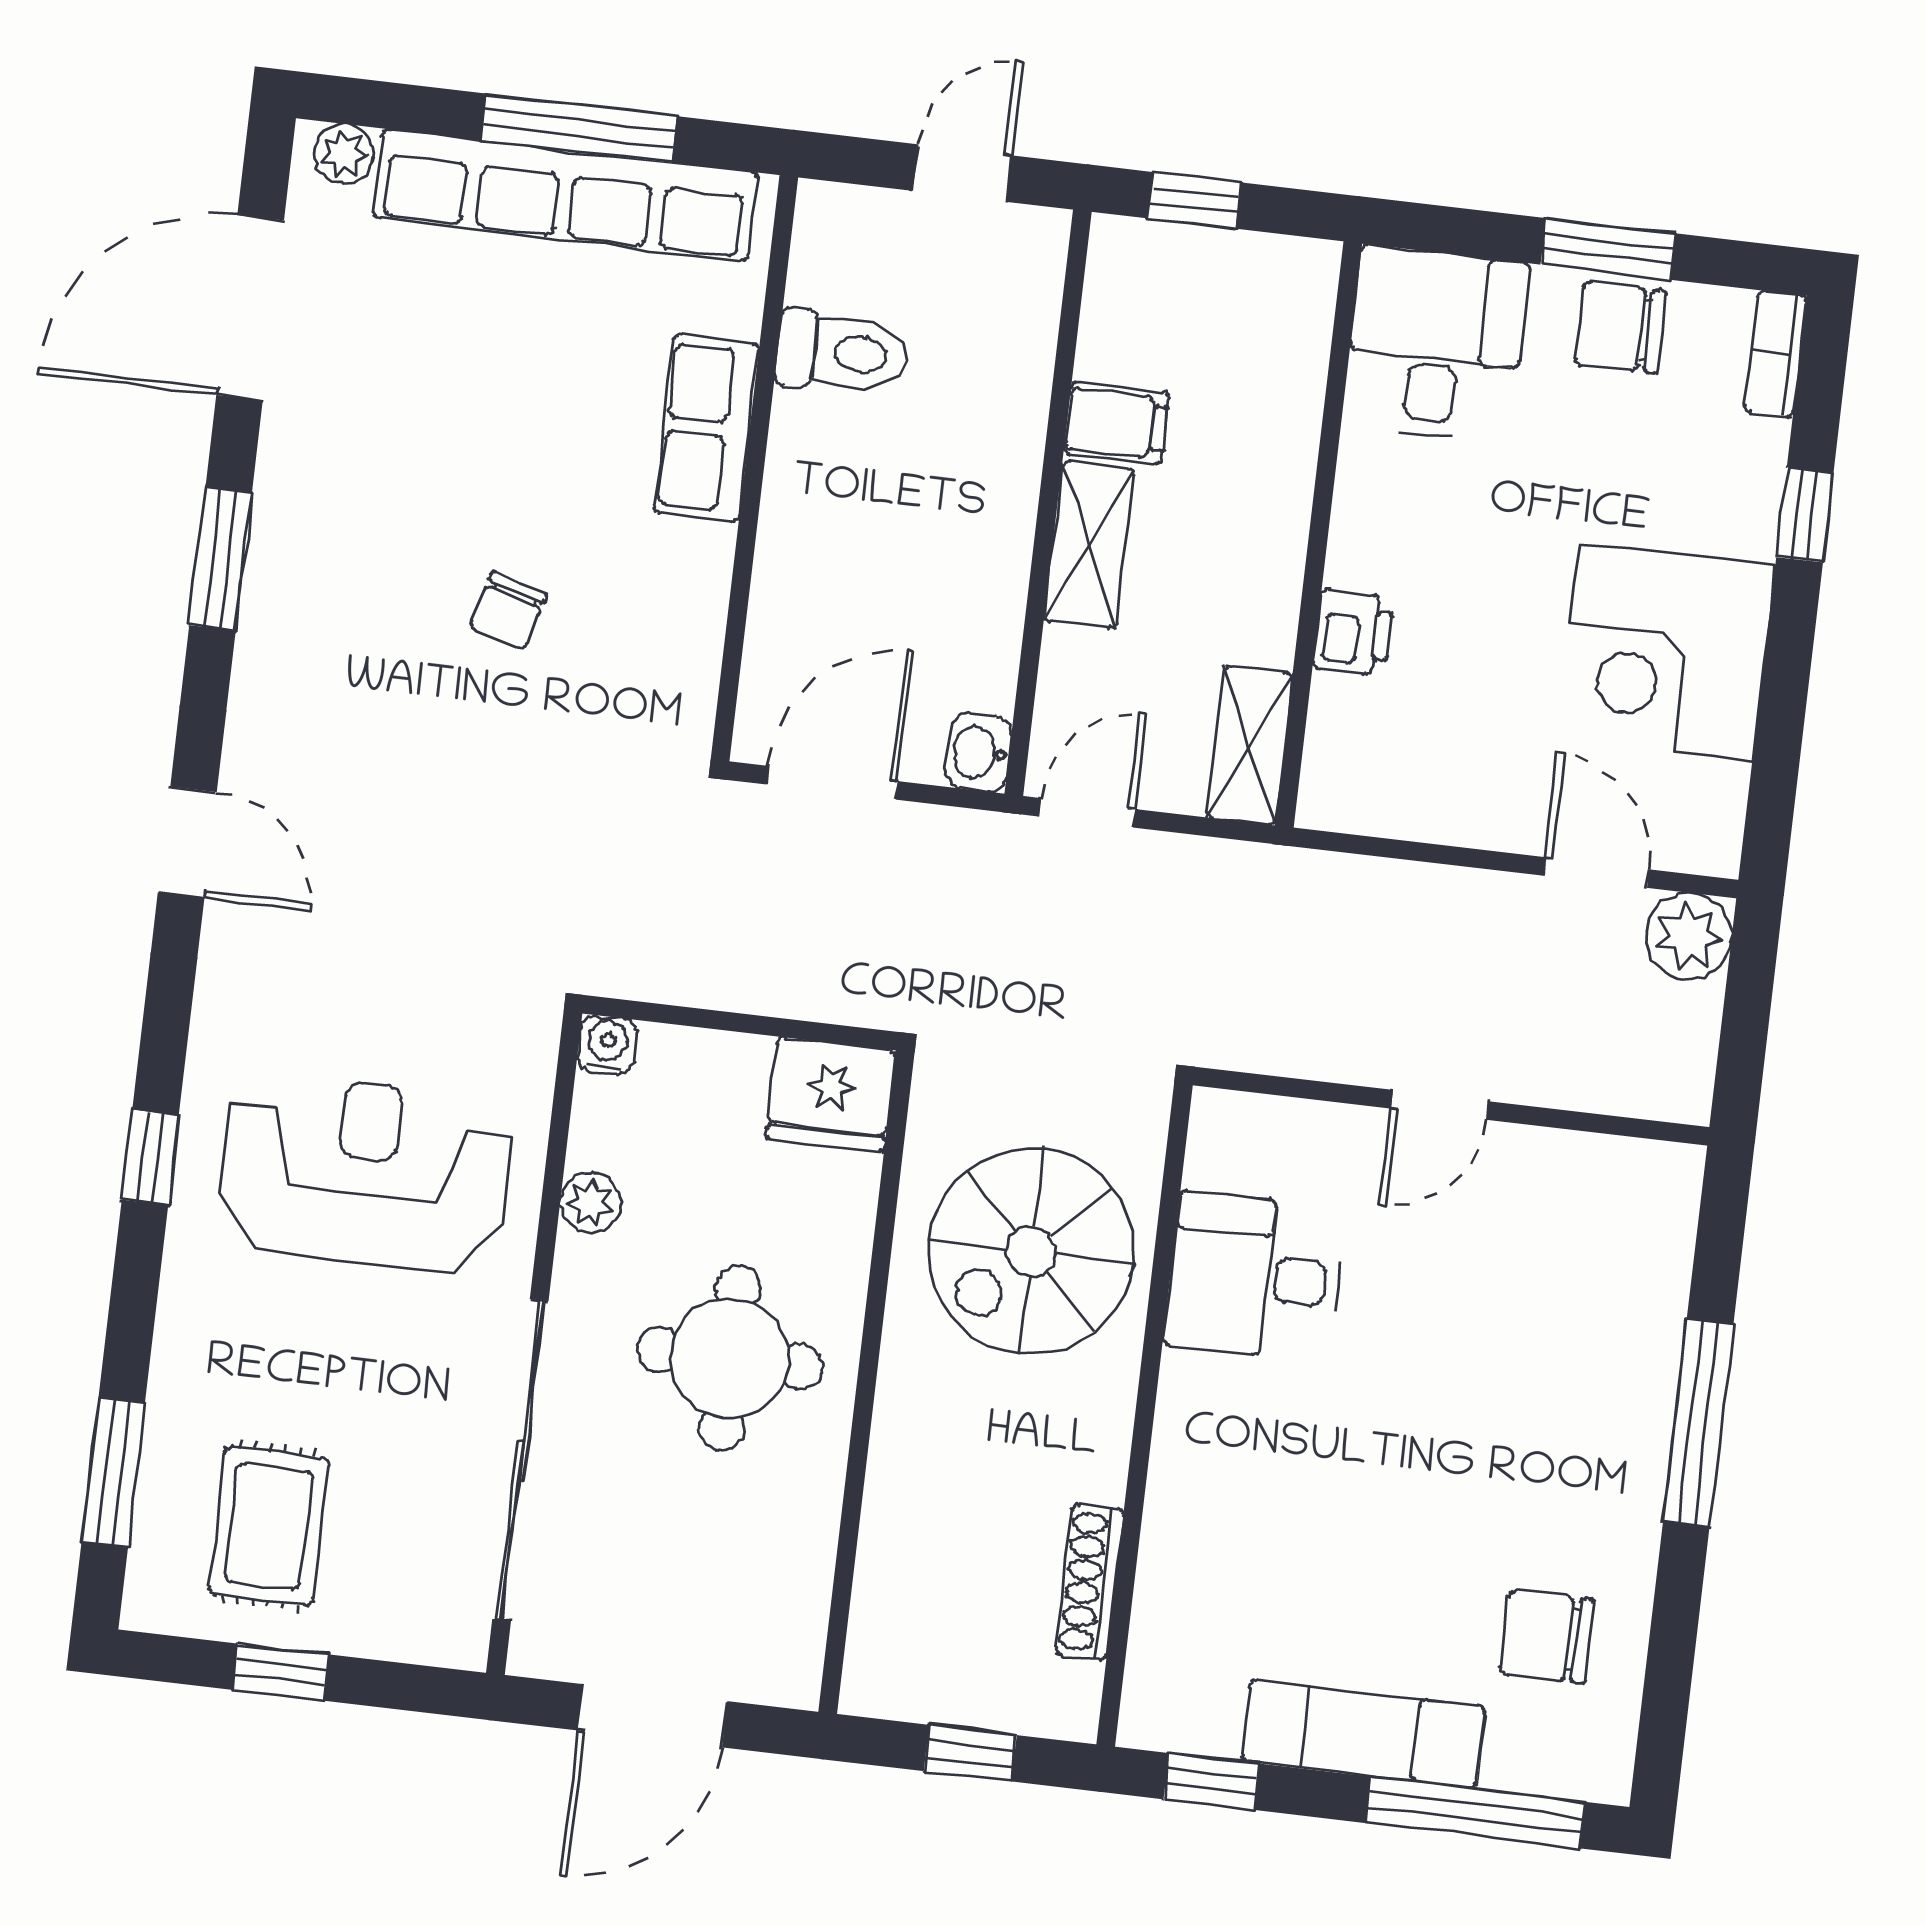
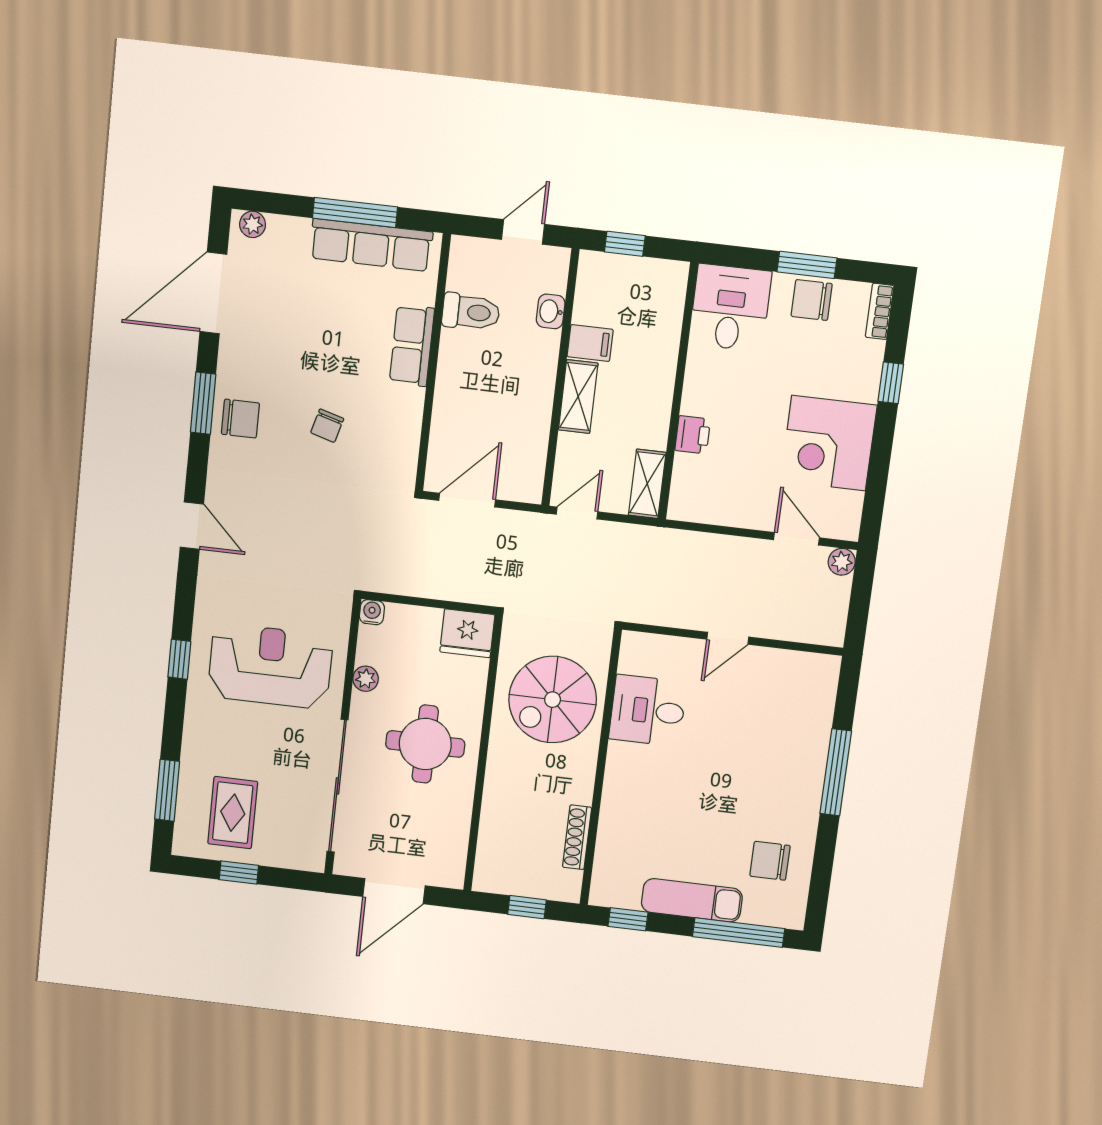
row of seats: (565, 195) -> (371, 245), width x0.73
chair: (307, 594) -> (240, 419), added
washbasin: (978, 753) -> (551, 311), moved
plant: (1689, 936) -> (842, 562), width x0.73, depth x0.73

